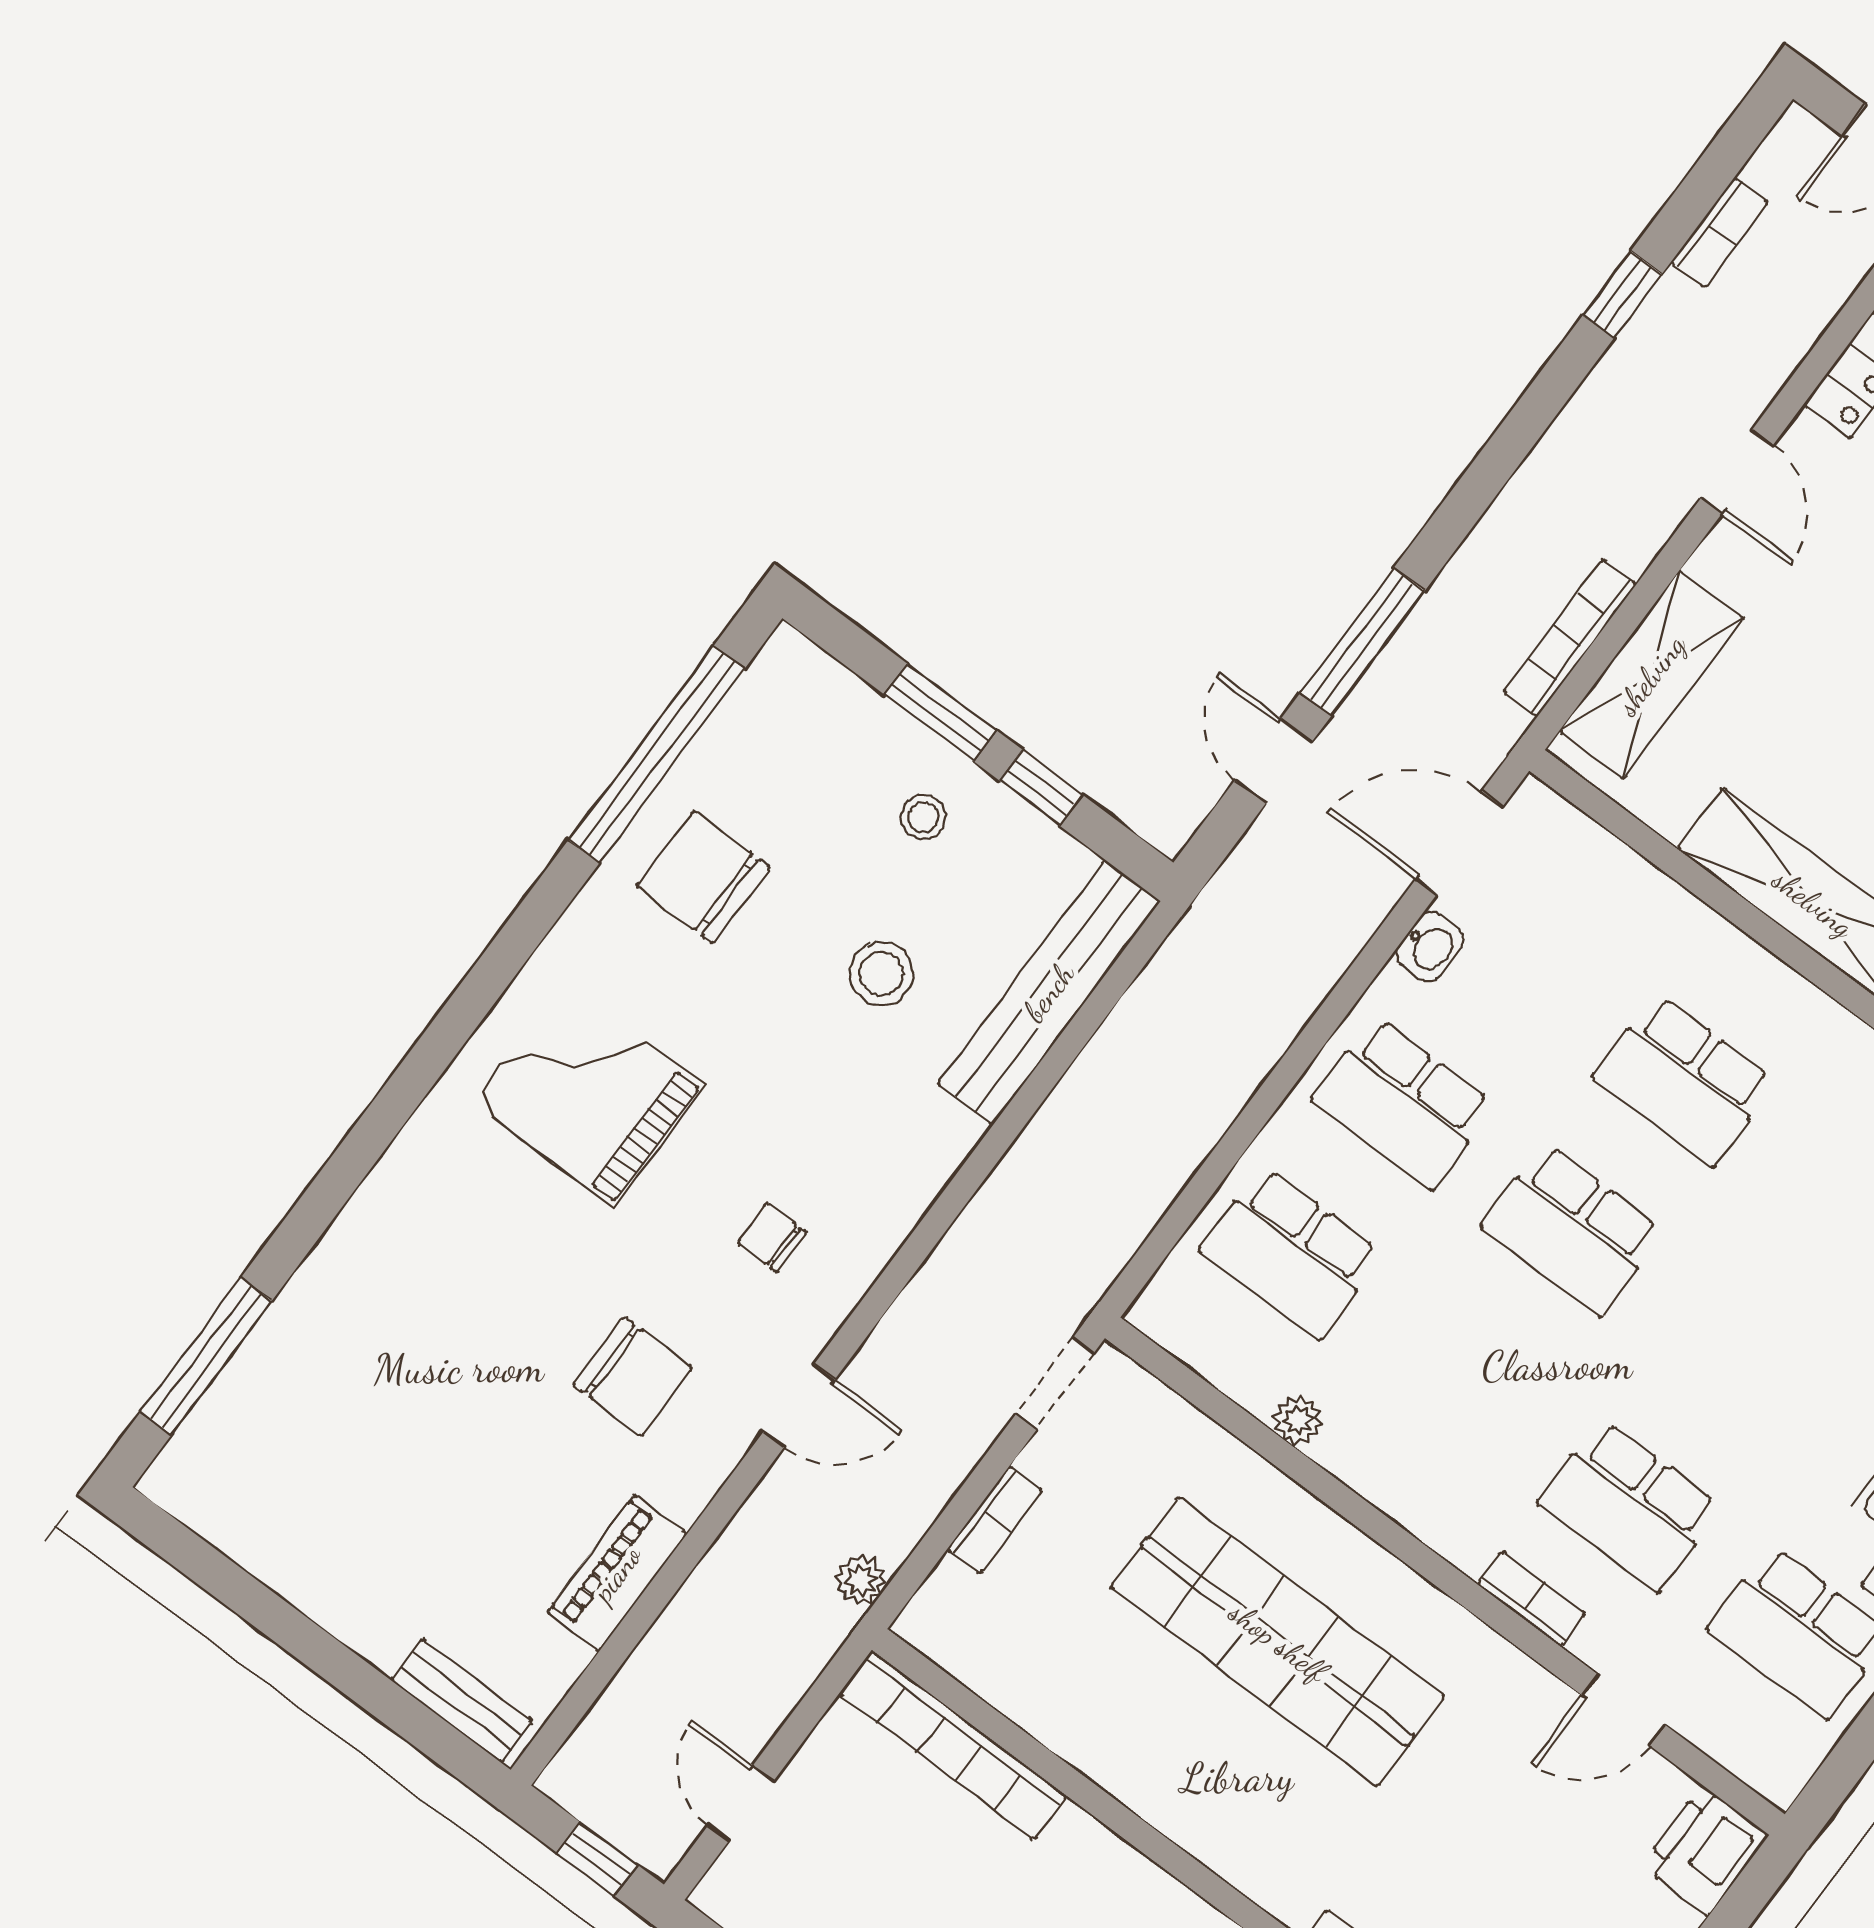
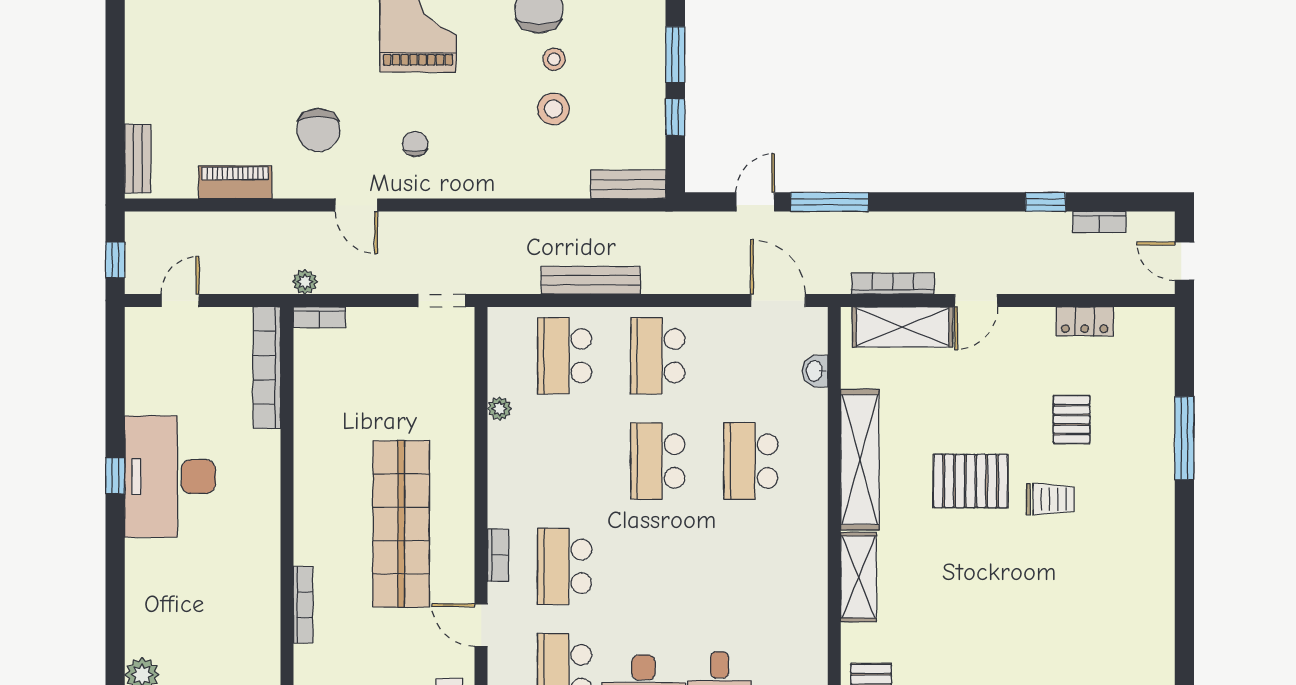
door: (1737, 471) -> (976, 301), moved
stool: (923, 817) -> (554, 59), moved
washbasin: (1430, 947) -> (815, 371), moved, turned 90
bench: (1049, 992) -> (628, 184), width x0.54, depth x0.82
bench: (1202, 1120) -> (591, 280), added
bookcase: (995, 1520) -> (319, 317), moved
shop shelf: (1278, 1642) -> (401, 524), moved

